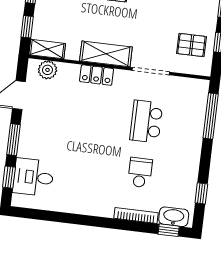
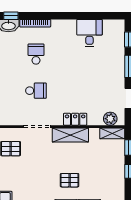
school desk: (146, 122) -> (36, 91), width x0.54
school desk: (140, 172) -> (36, 54), turned 180
desk: (33, 177) -> (89, 33), moved, turned -90

